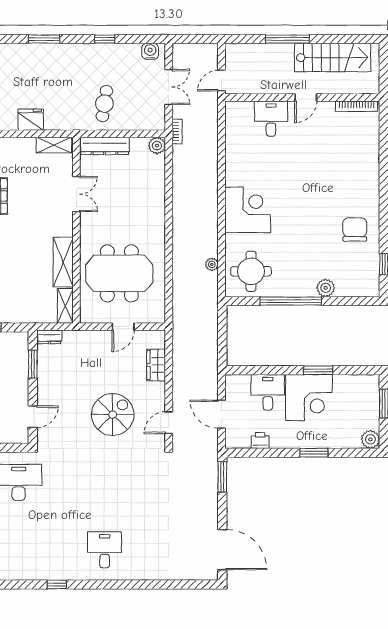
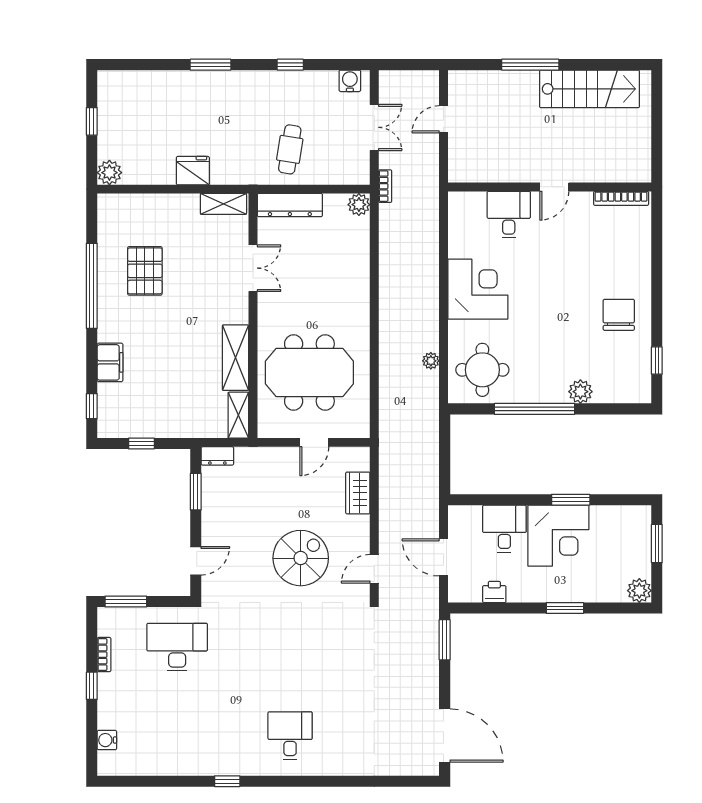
wall: (302, 98) -> (550, 187), moved
door: (306, 98) -> (554, 187), moved
bookcase: (357, 106) -> (621, 198), moved
desk: (271, 119) -> (509, 215), moved

